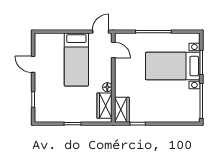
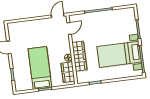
door: (113, 50) -> (69, 28), hinge flipped
bed: (76, 59) -> (40, 68), moved, turned 180
bed with nightstands: (173, 66) -> (119, 54), moved
wardrobe: (122, 110) -> (79, 56), moved, width x1.50

